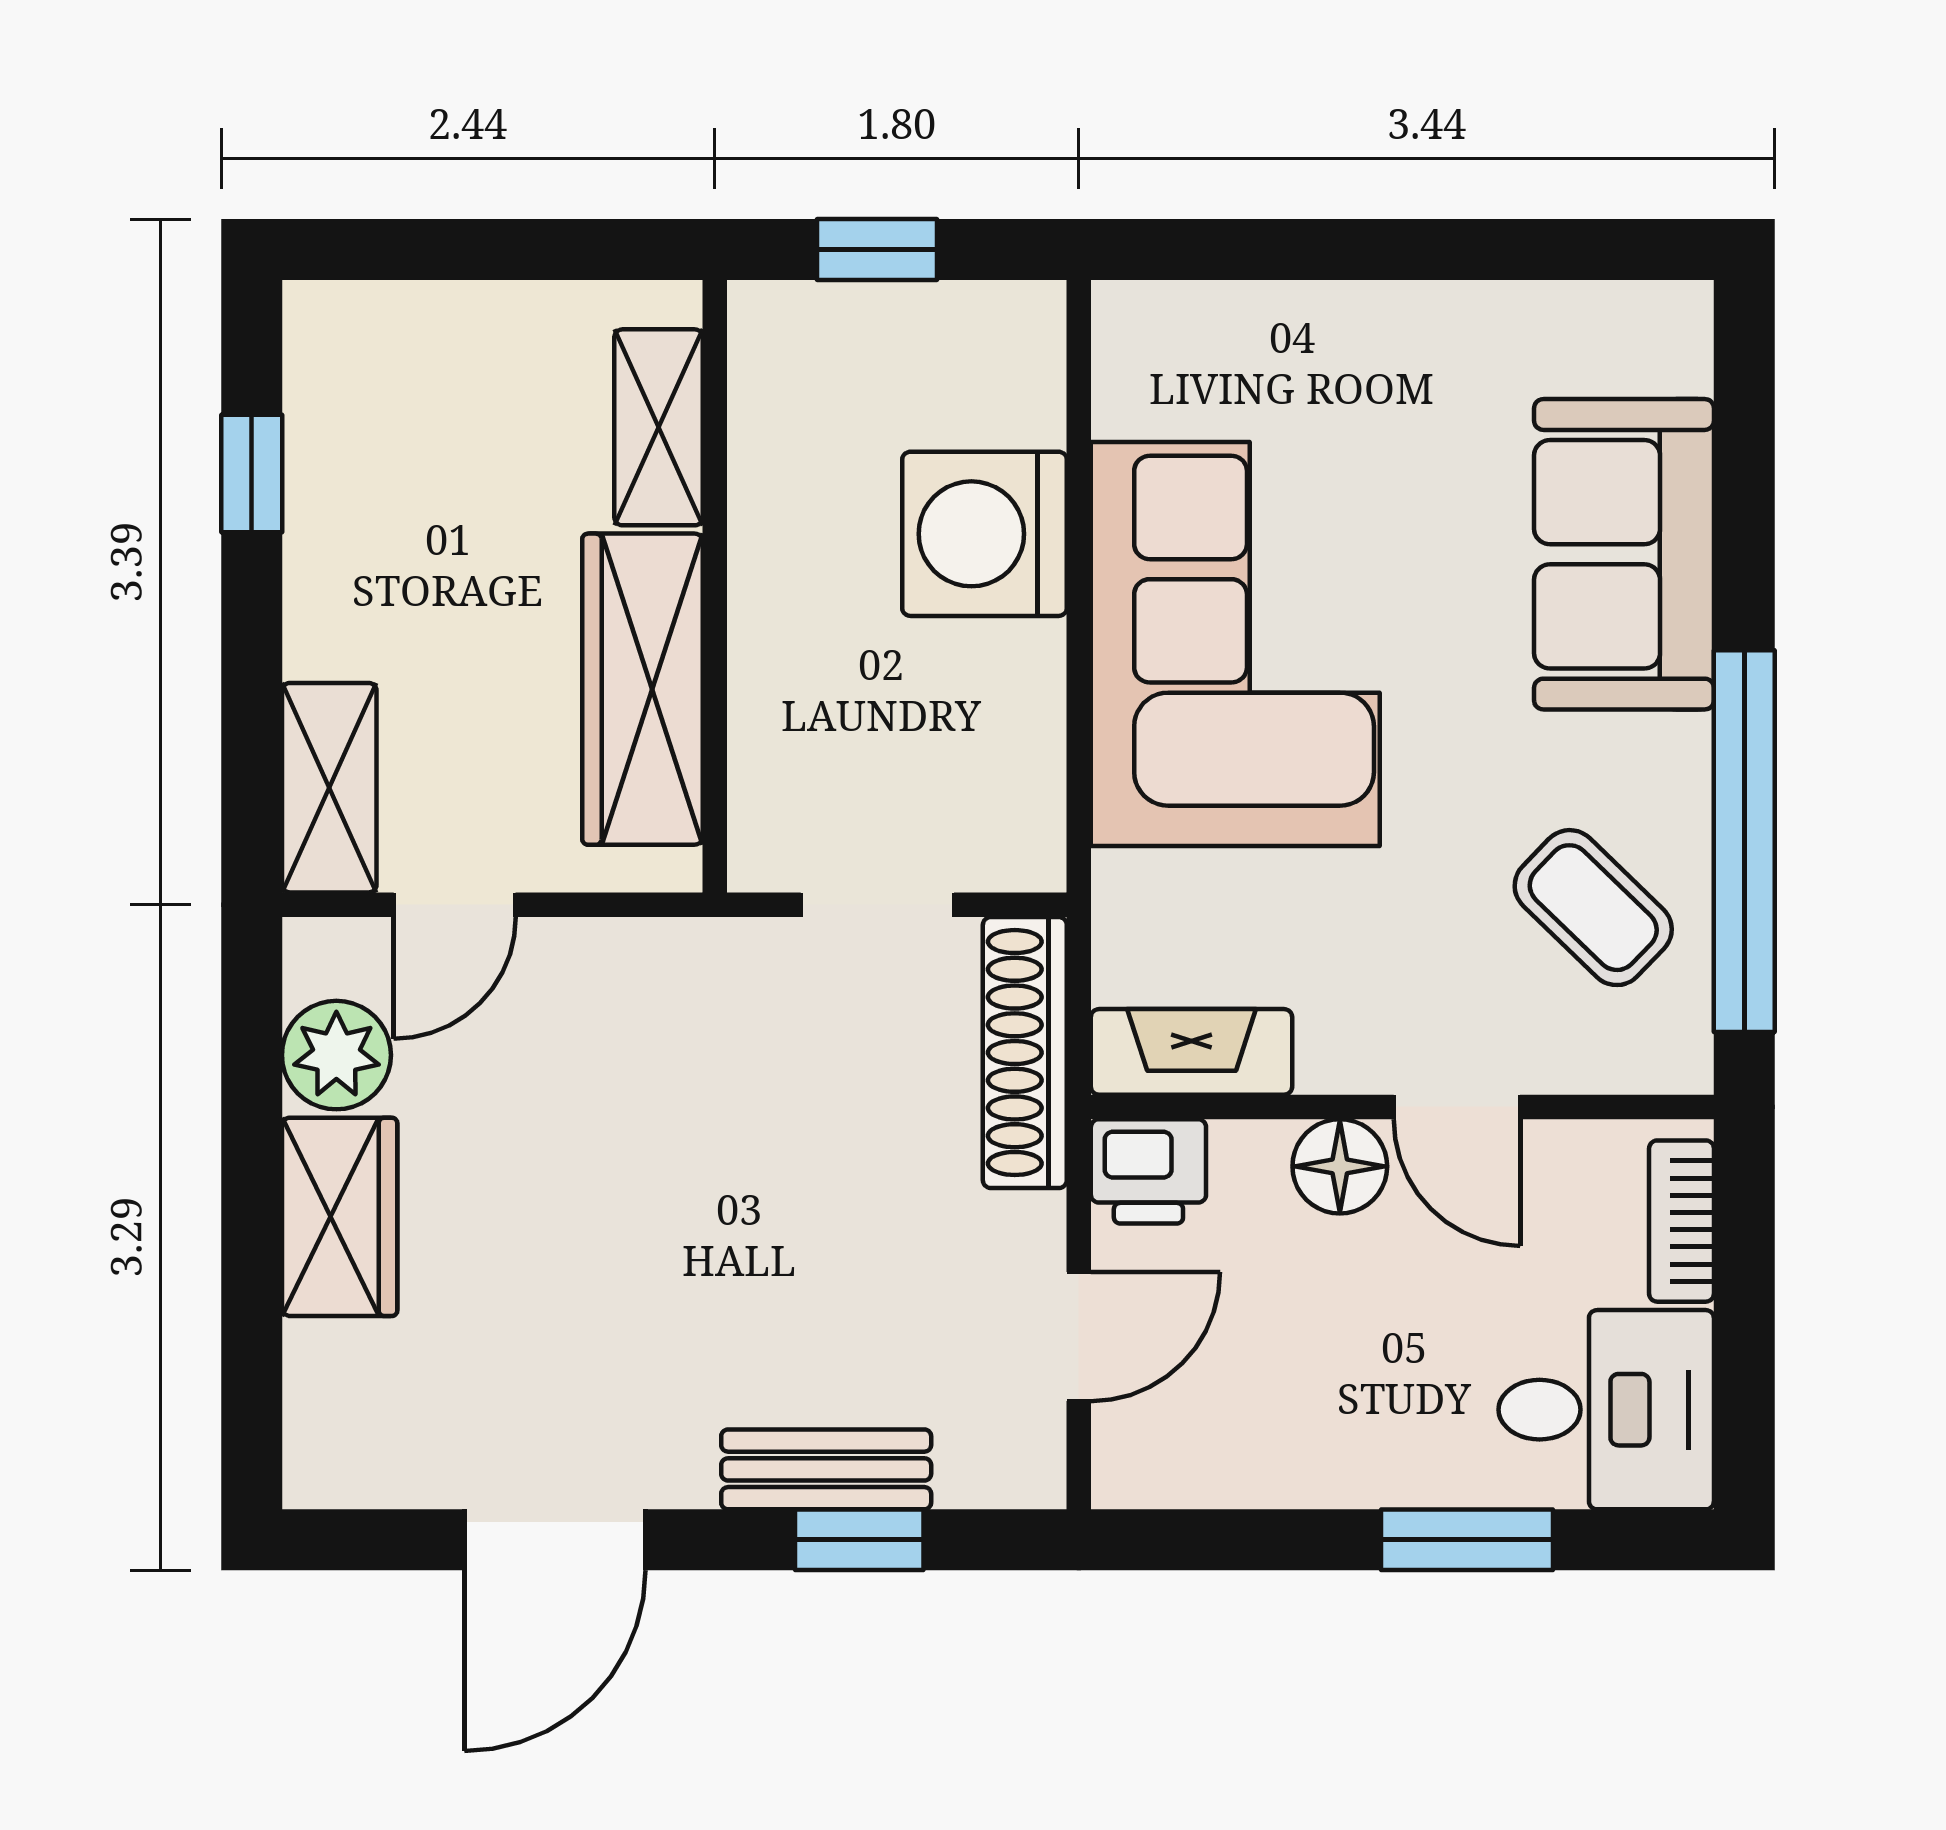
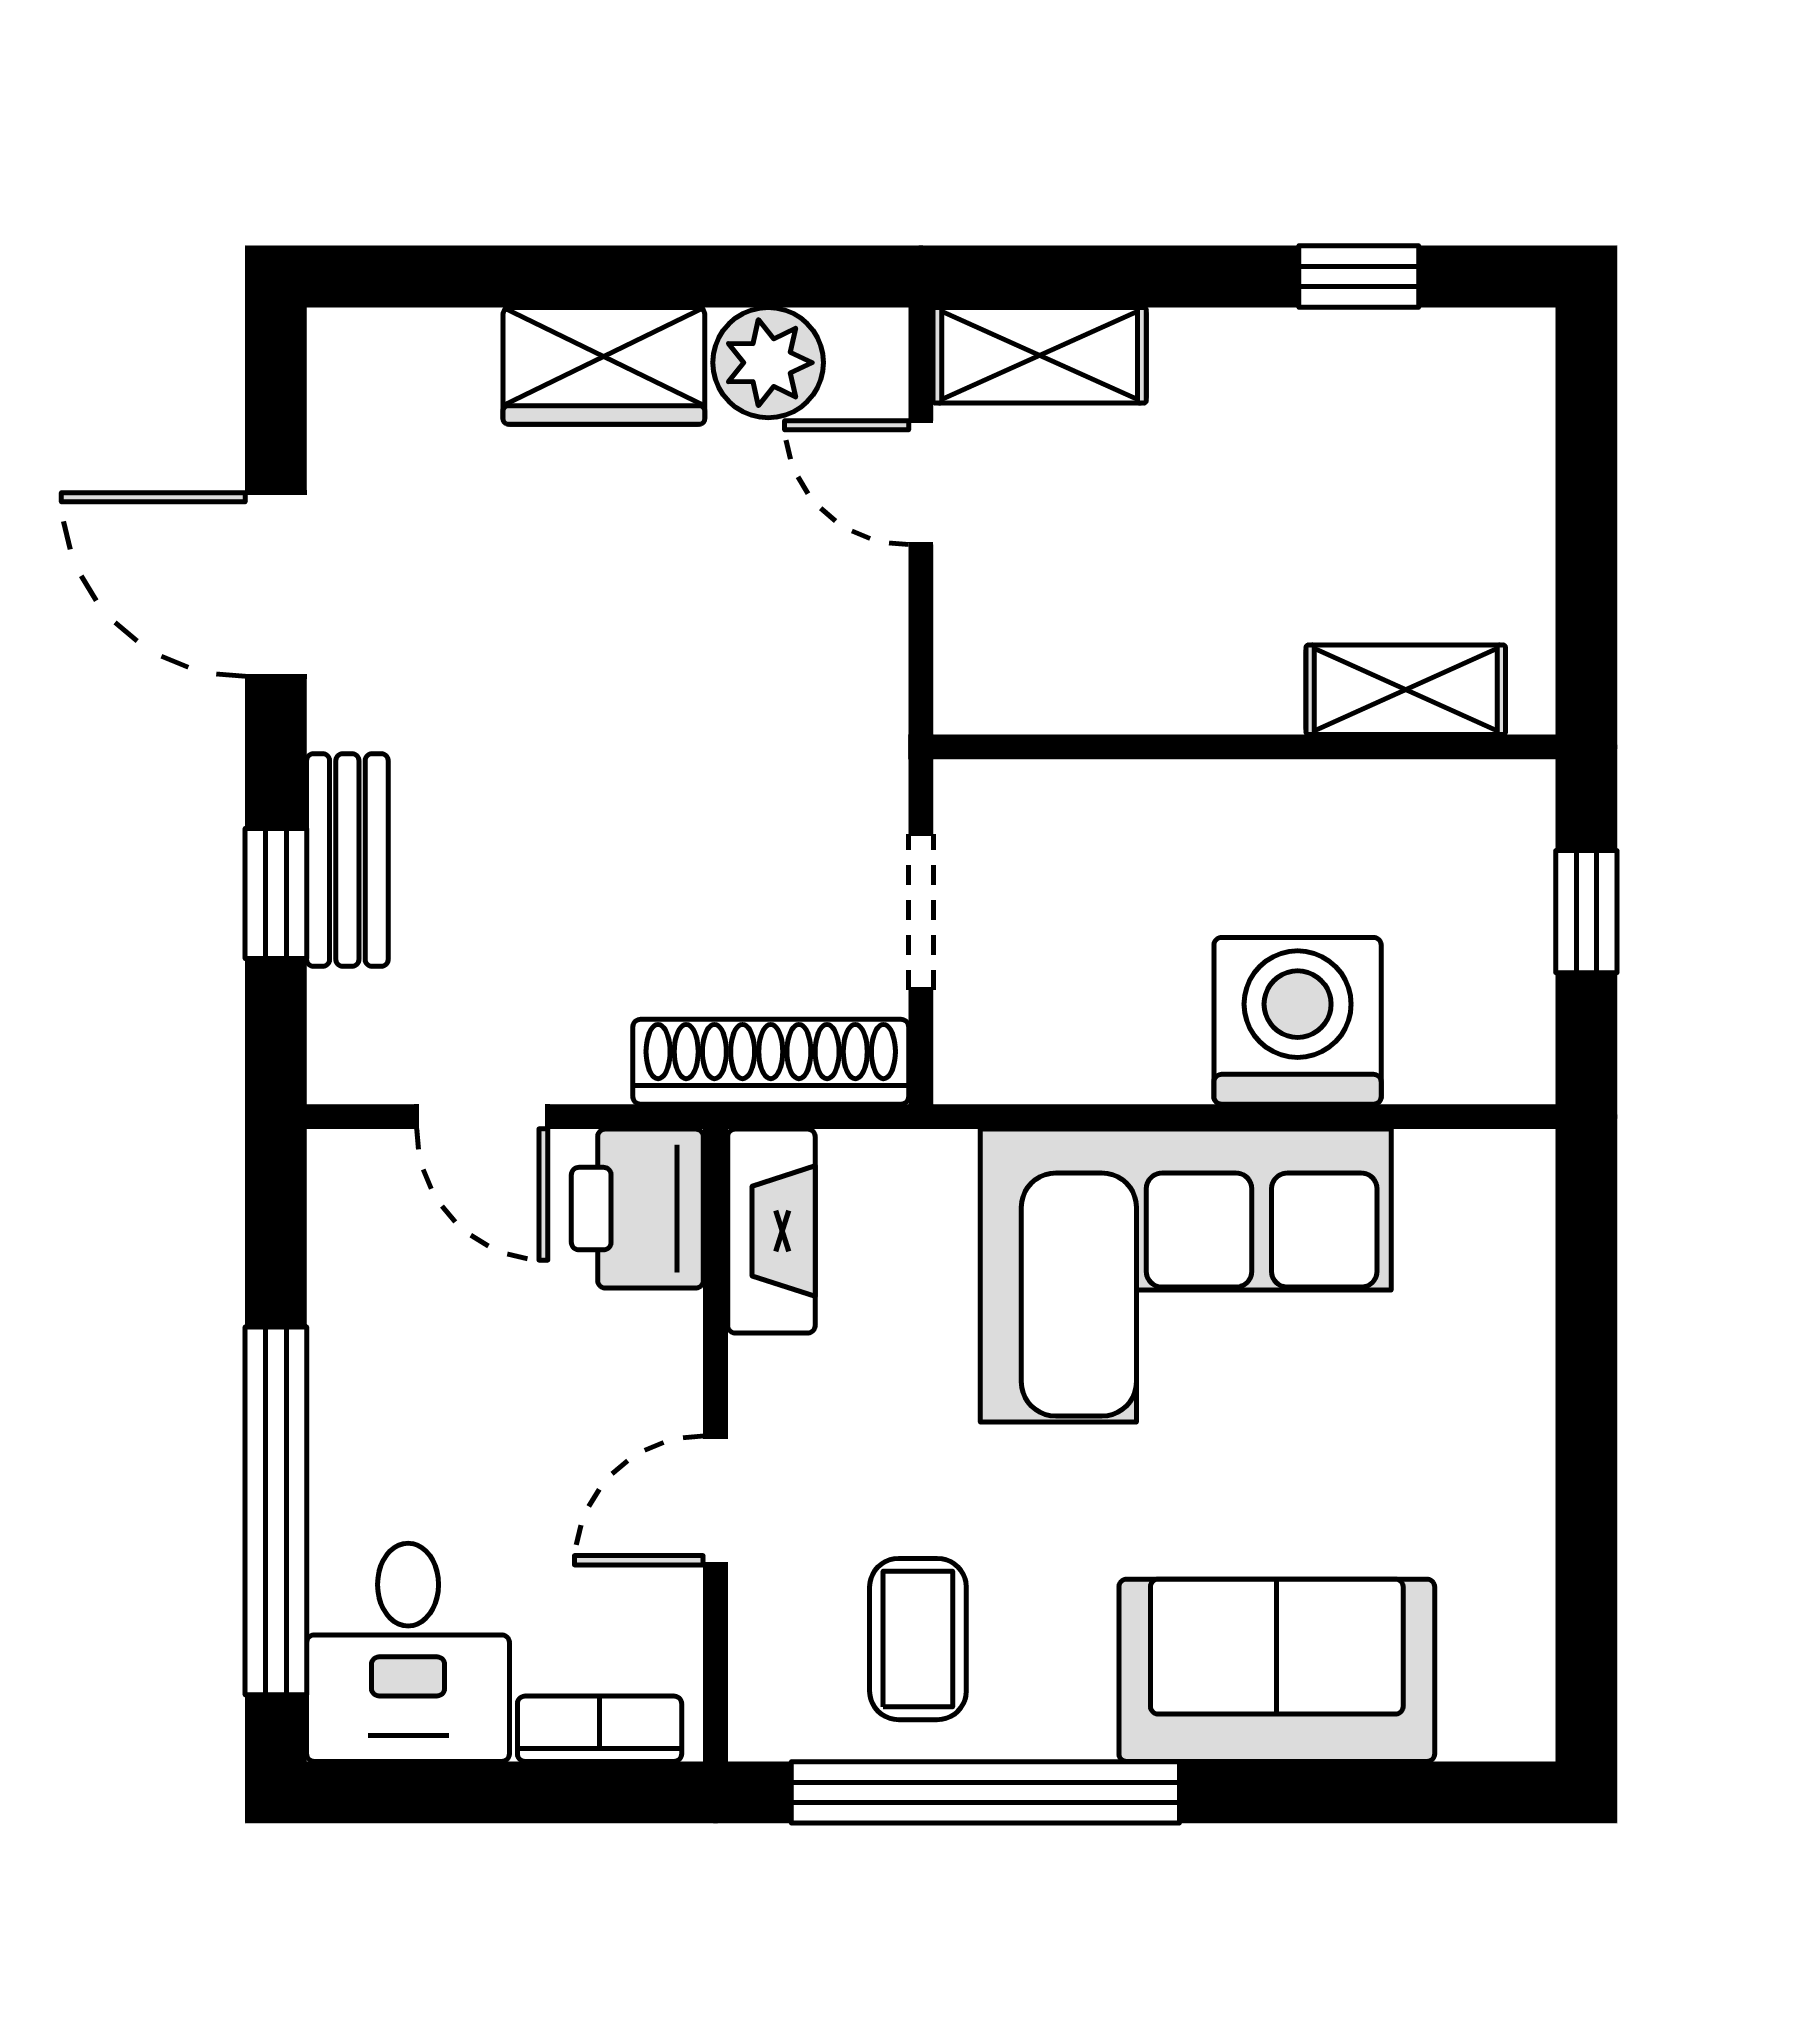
wardrobe: (642, 689) -> (1140, 673), removed
coffee table: (1593, 908) -> (918, 1639), turned -44
floor lamp: (1340, 1166) -> (655, 1382), removed
printer: (1148, 1171) -> (637, 1209), width x1.36, depth x1.24
window: (1467, 1540) -> (276, 1511), width x2.11

